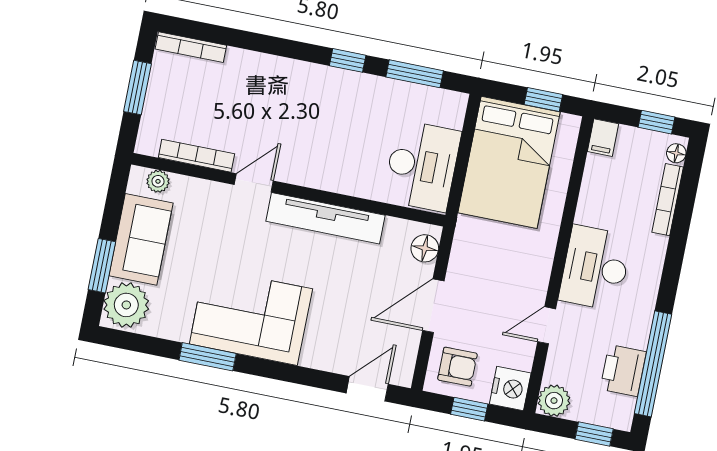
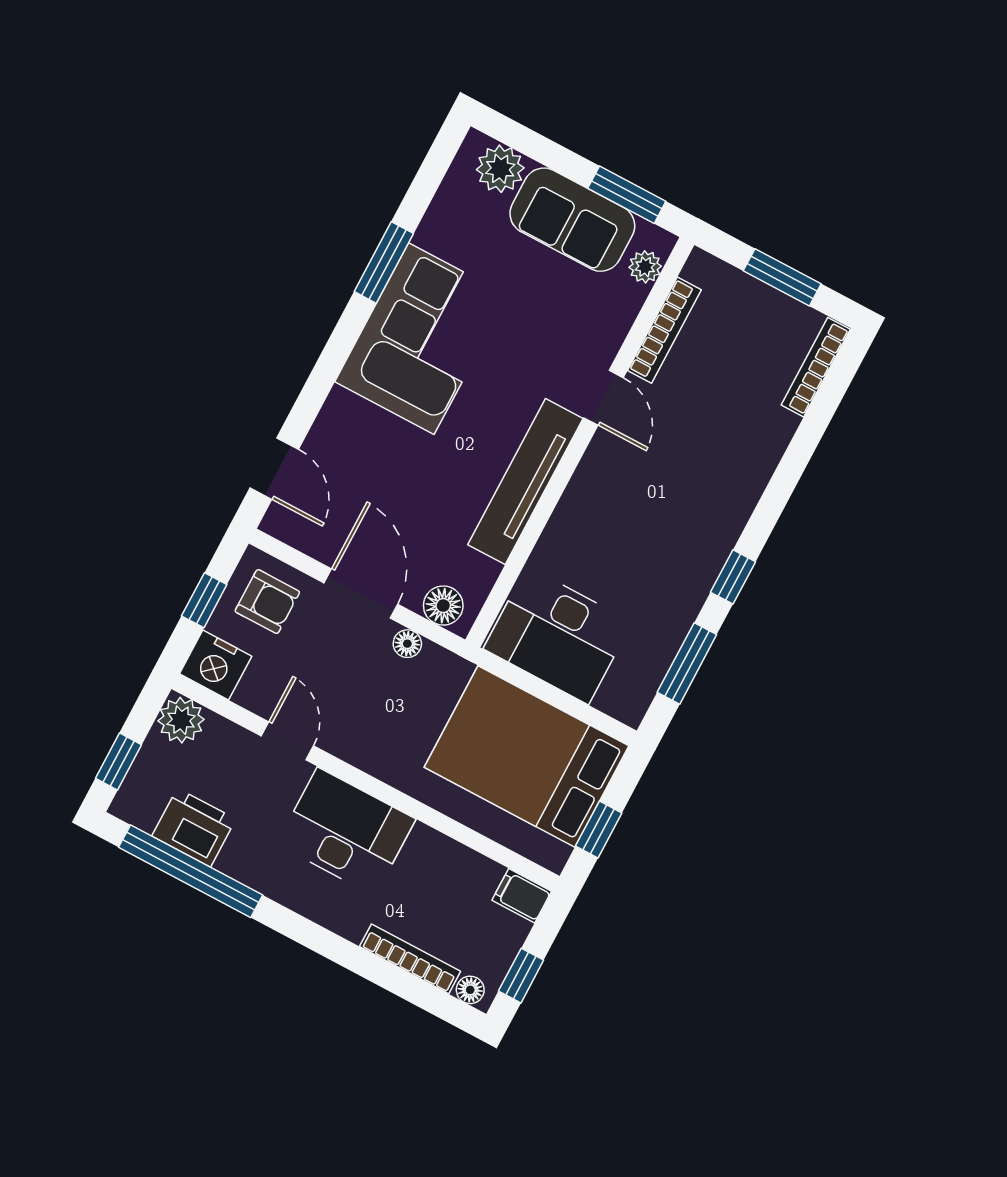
floor lamp: (458, 265) -> (407, 644), added
window: (102, 266) -> (627, 195), moved
plant: (126, 305) -> (500, 169), width x0.73, depth x0.73
armchair: (457, 367) -> (267, 602), turned -90

